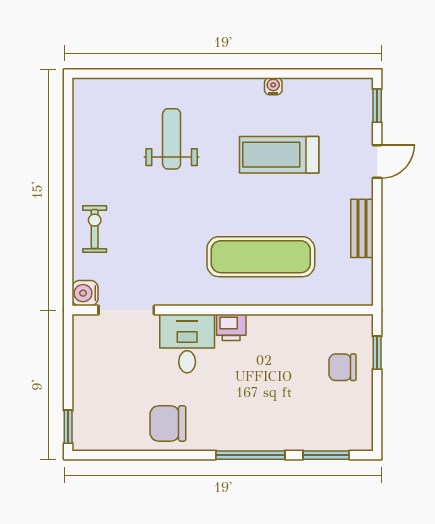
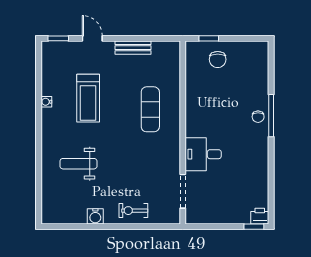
exercise mat: (261, 257) -> (150, 109), width x0.73, depth x0.69
water cooler: (85, 293) -> (95, 216), moved
printer: (231, 327) -> (260, 216), moved, turned -90
chair: (168, 424) -> (258, 117), moved, width x0.54, depth x0.54
window: (326, 455) -> (271, 69), removed

